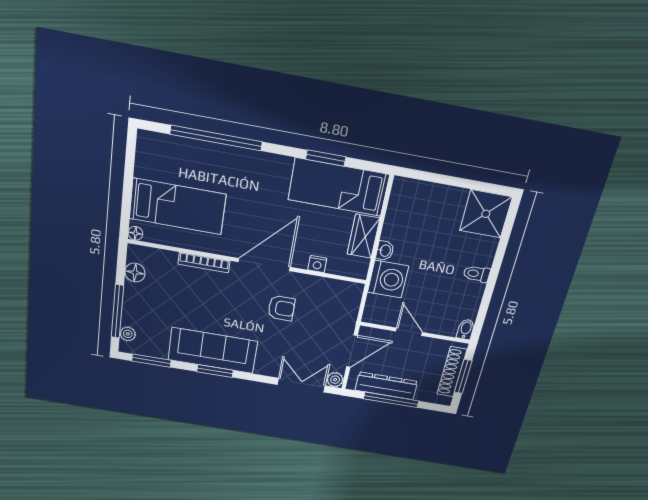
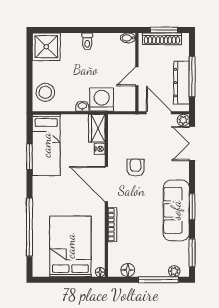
stool: (418, 200) -> (45, 92), added
bed: (177, 206) -> (70, 246), width x1.50
wardrobe: (363, 236) -> (97, 128), moved, turned 90

